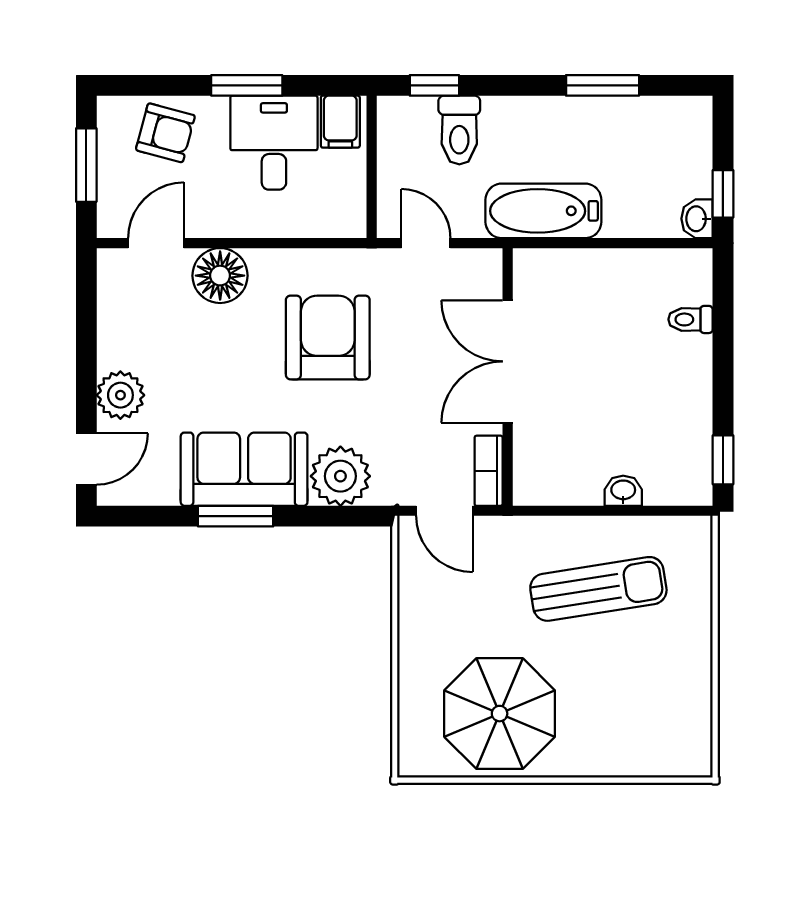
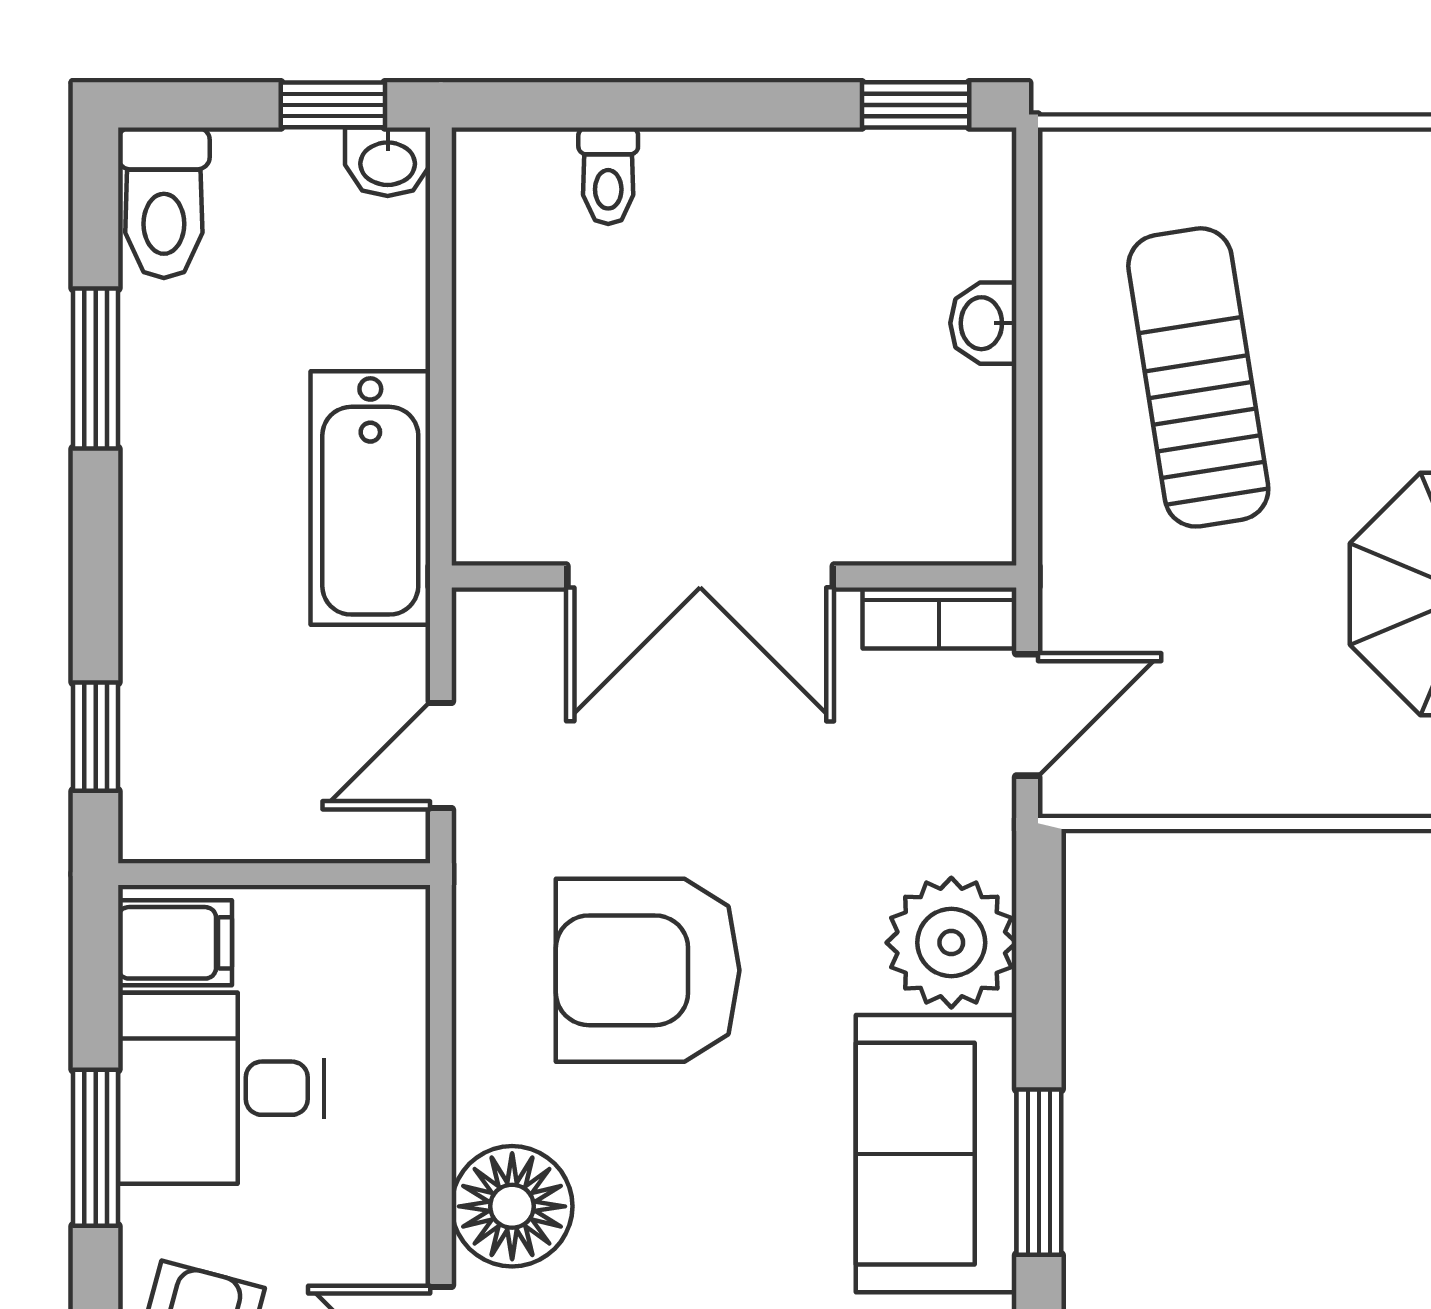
toilet: (459, 130) -> (164, 203), moved, turned 90

